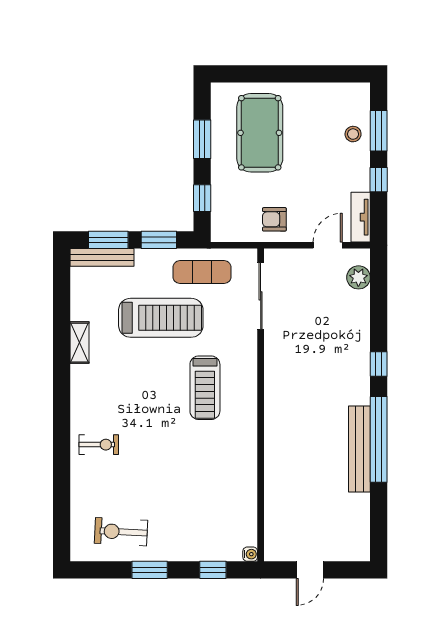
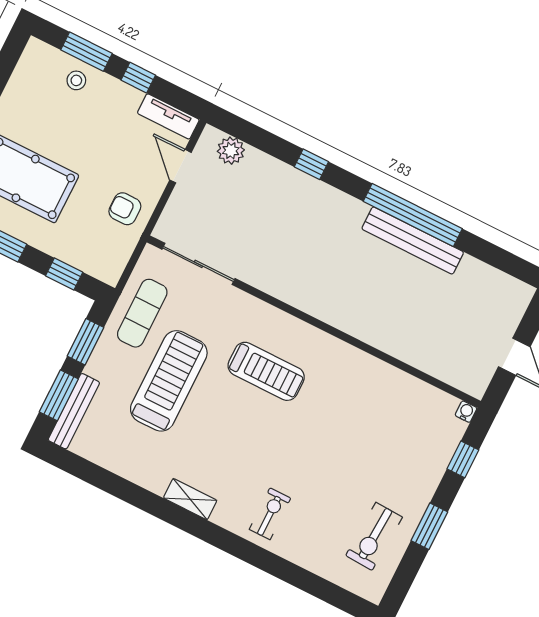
armchair: (274, 219) -> (125, 209), turned 90
shelving: (80, 343) -> (190, 499), moved
window: (379, 364) -> (311, 164), moved

